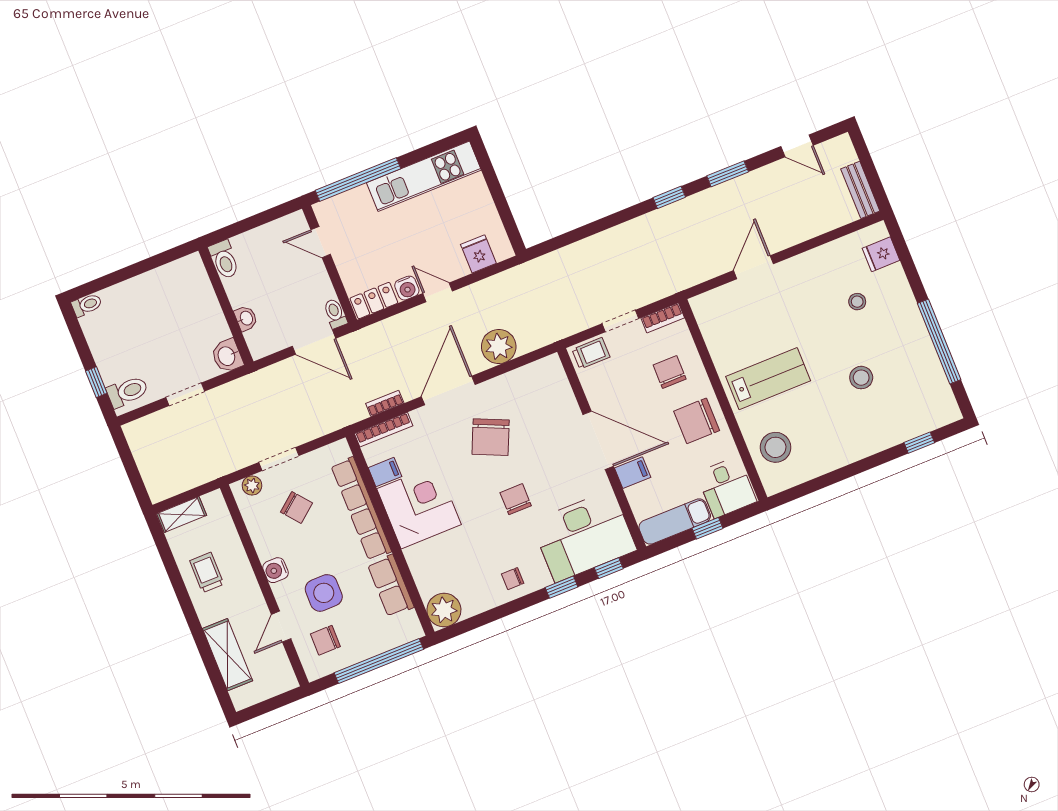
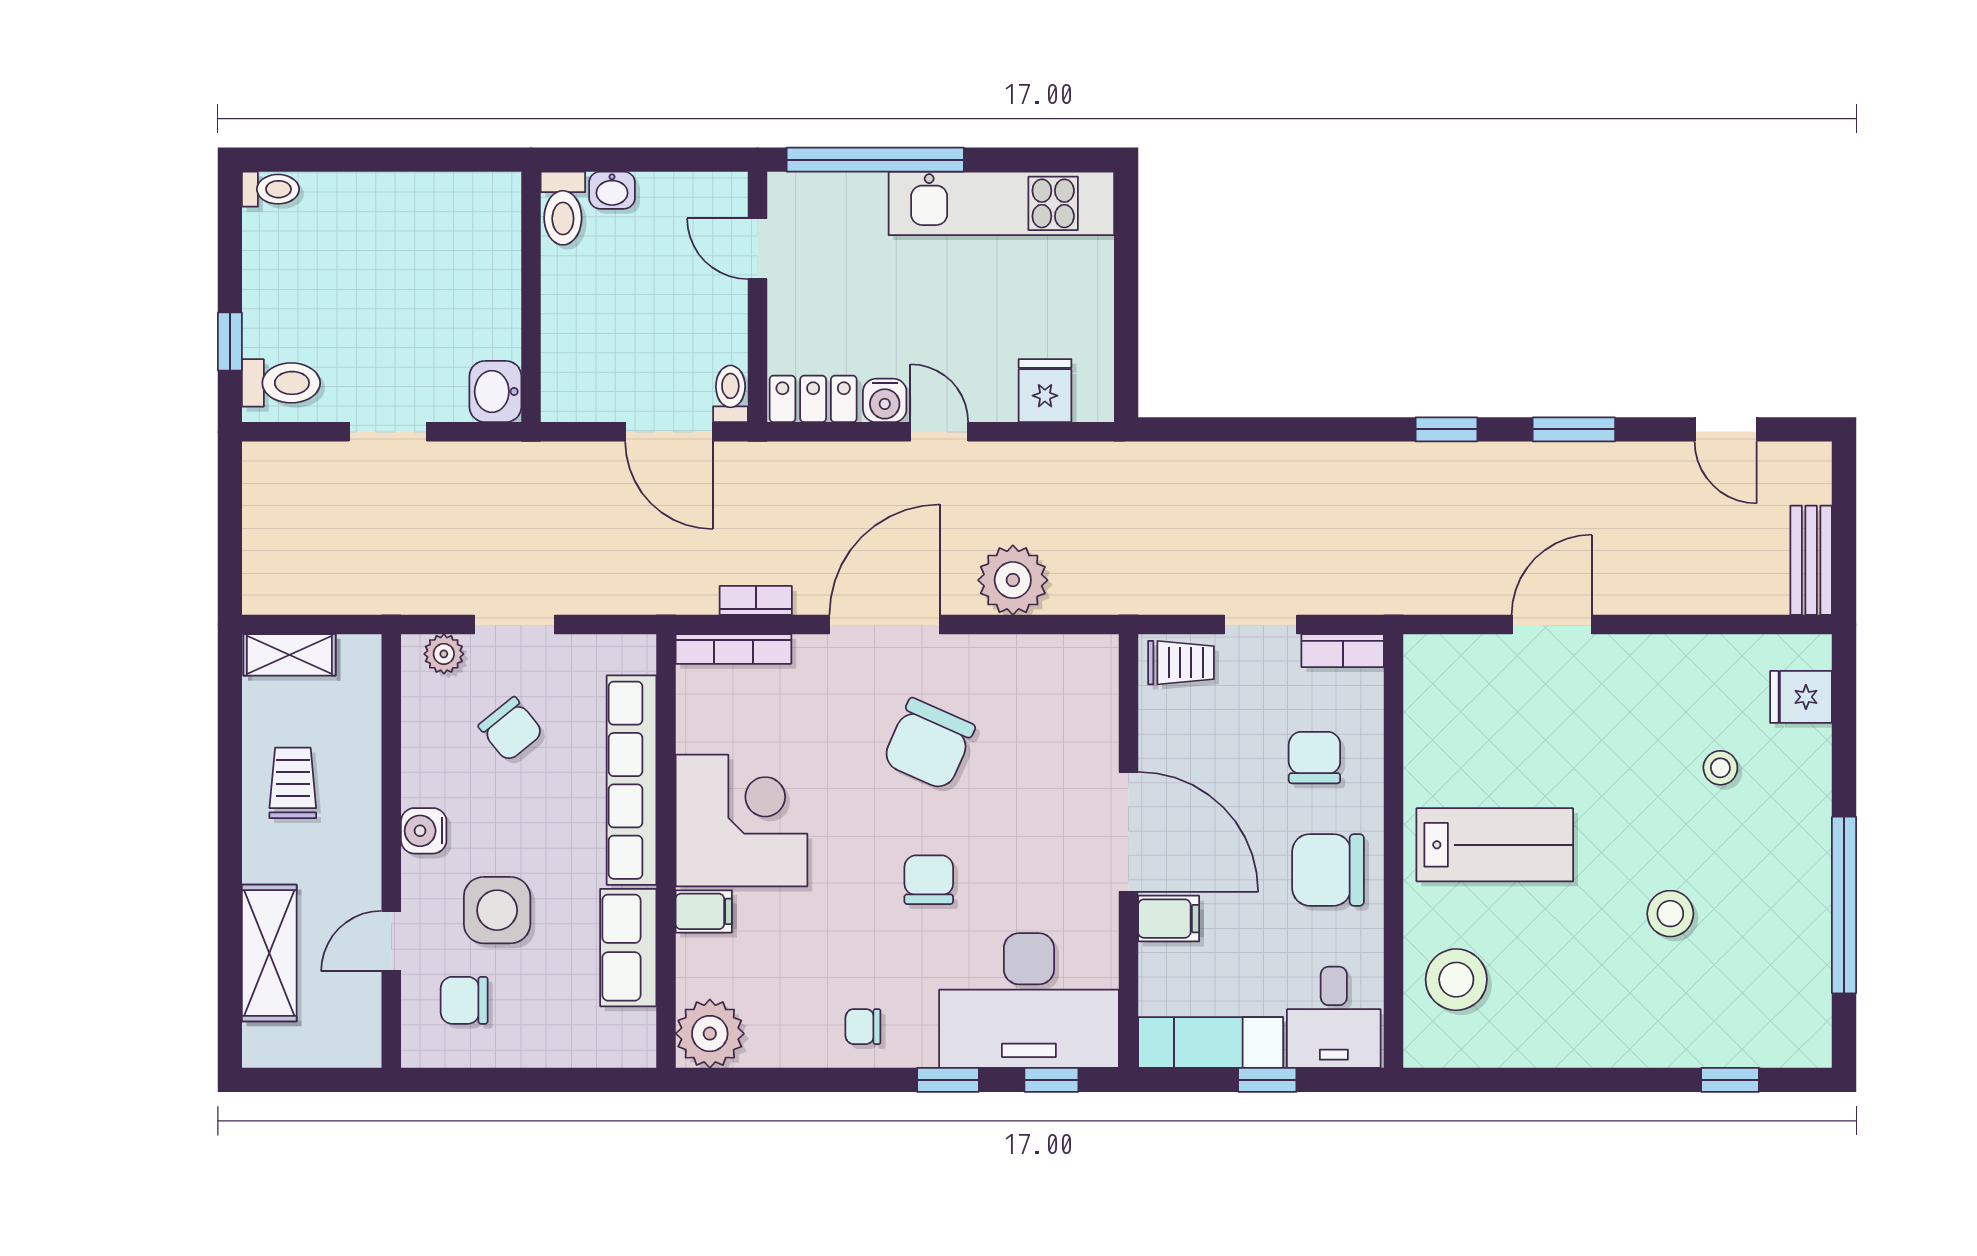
washbasin: (246, 318) -> (612, 190), moved, turned 90
filing cabinet: (385, 472) -> (704, 911), moved
window: (379, 661) -> (549, 1080), removed

